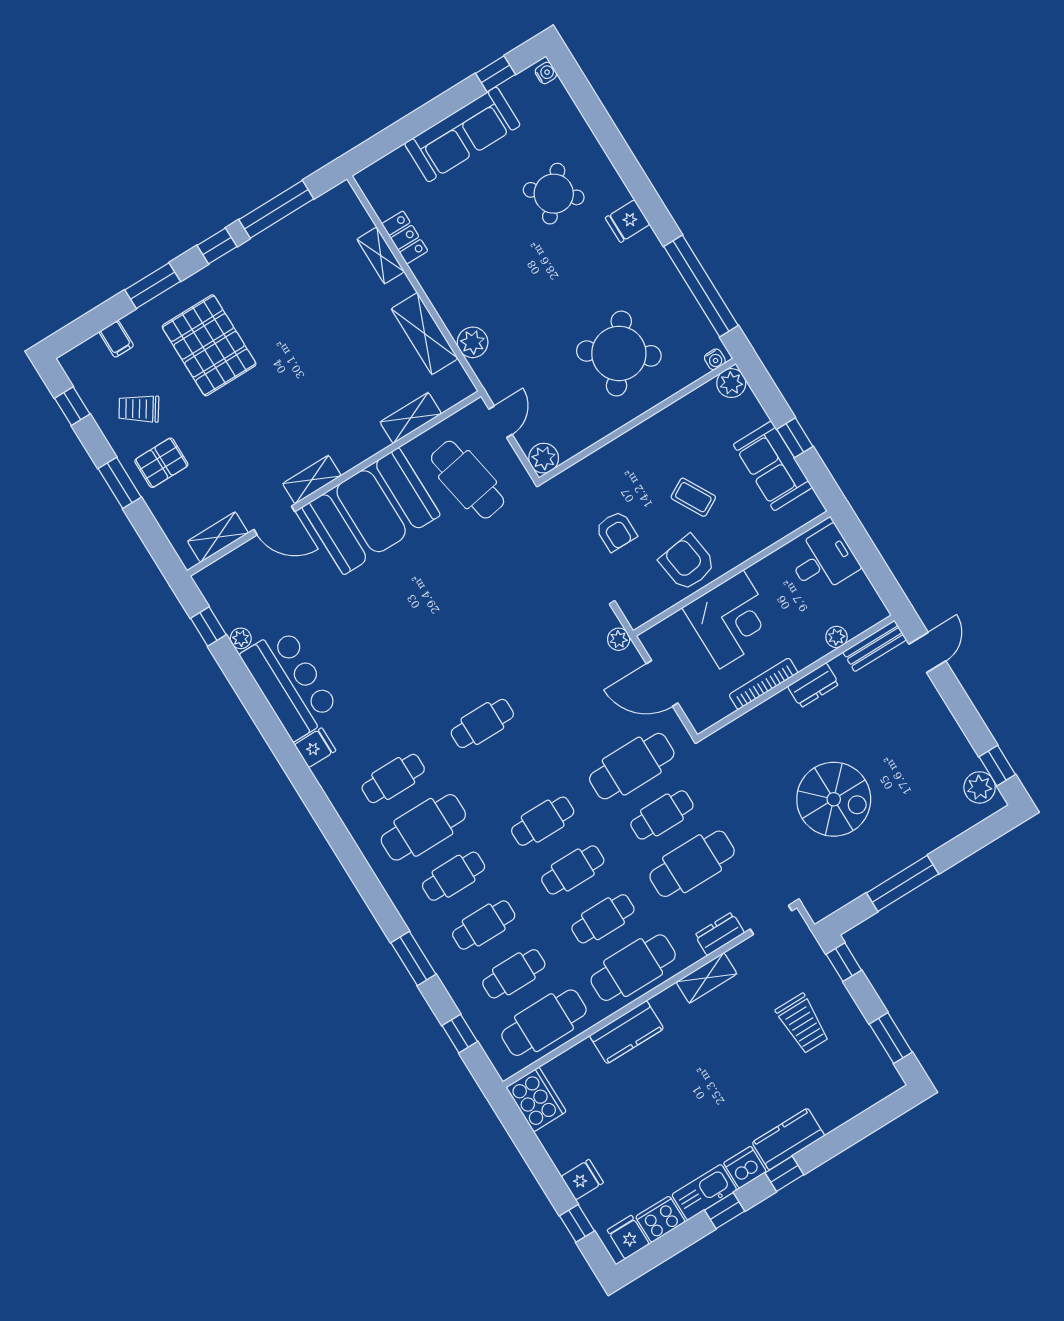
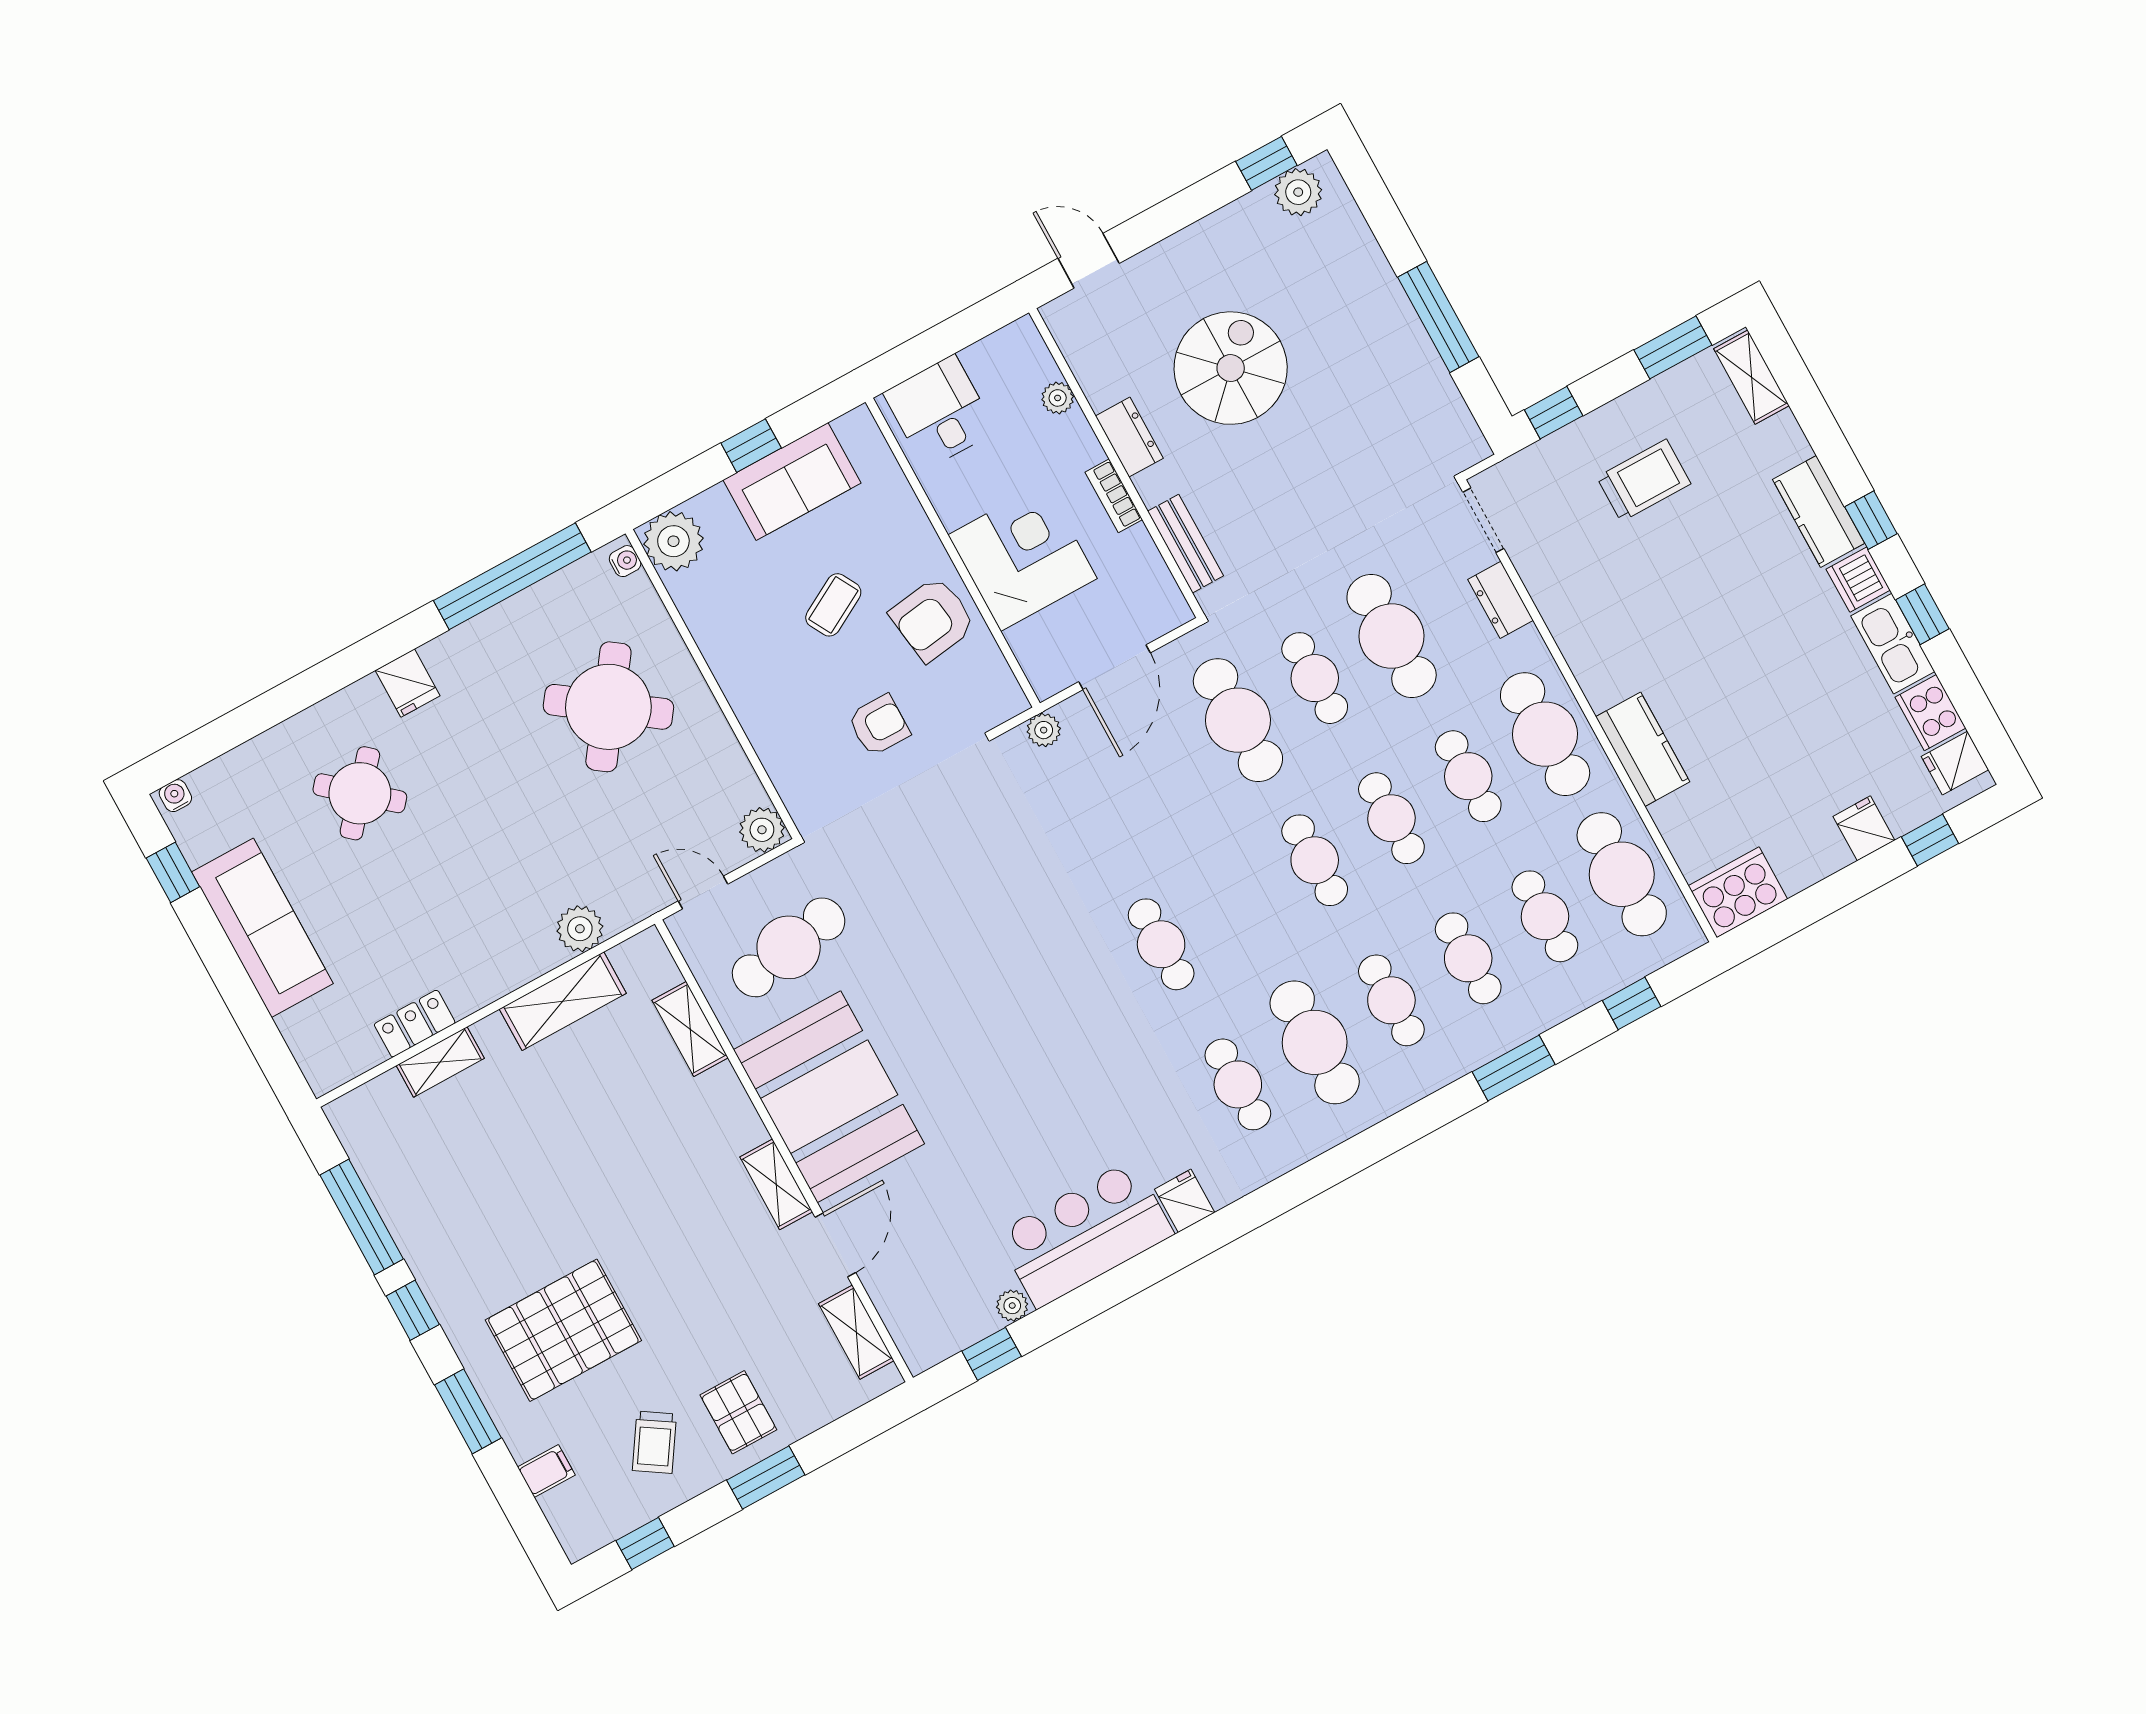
plant: (731, 383) -> (673, 541), width x1.36, depth x1.36
bench: (875, 646) -> (1186, 544), moved
bookcase: (763, 684) -> (1114, 496), width x0.64
spiral stairs: (834, 799) -> (1231, 368), moved
shelving: (707, 978) -> (1752, 377), moved

